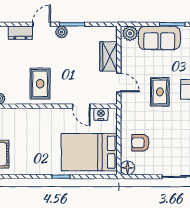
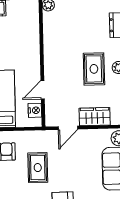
rug: (40, 84) -> (94, 69), moved, turned 90
rug: (160, 92) -> (38, 168), moved, turned 90

